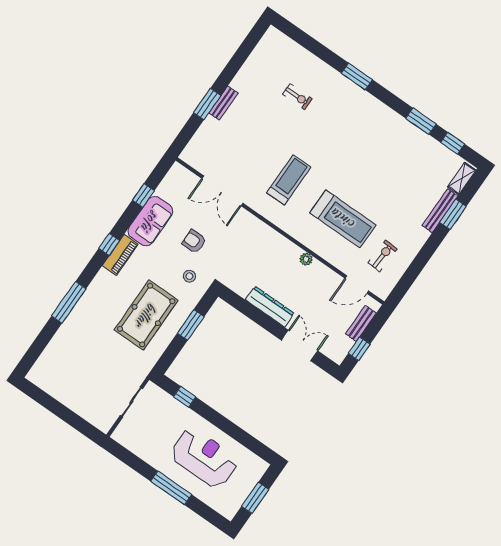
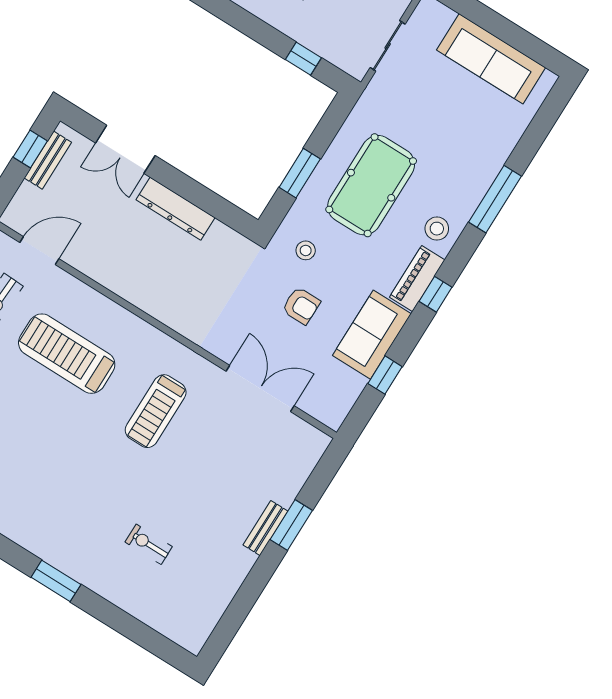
plant: (306, 259) -> (122, 287), removed
stool: (106, 286) -> (437, 229), added
bench: (361, 323) -> (48, 160), moved
sofa: (67, 391) -> (491, 59), added

